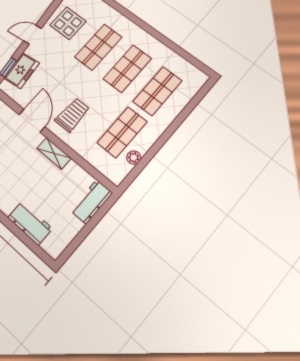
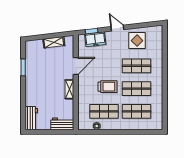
trolley: (72, 115) -> (107, 87), moved
workbench: (30, 223) -> (31, 118), moved

